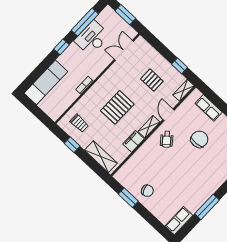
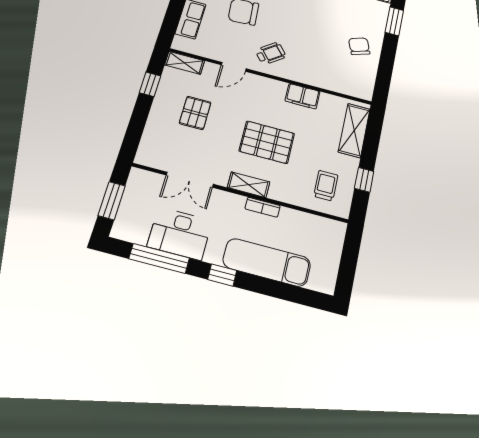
double door: (124, 50) -> (190, 180), moved
exam couch: (46, 82) -> (267, 262), moved
shelving: (149, 127) -> (249, 185), moved
window: (128, 198) -> (394, 21), moved

